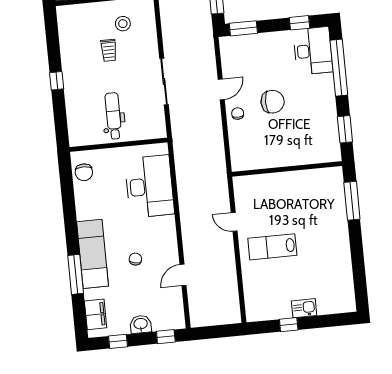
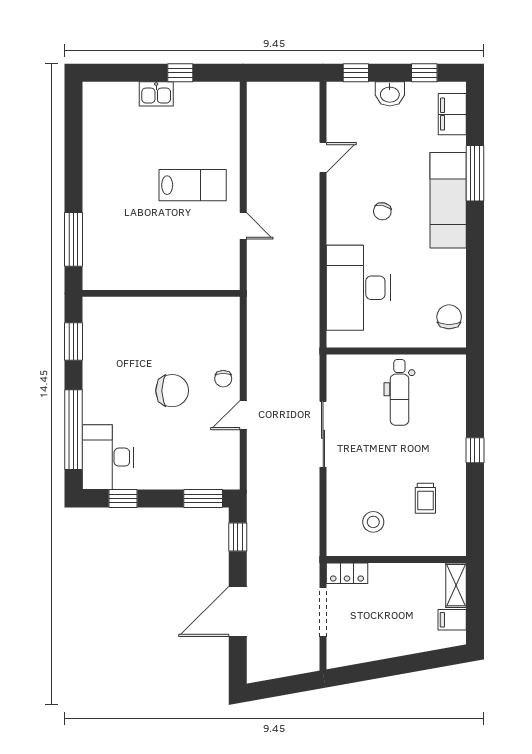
trolley: (109, 50) -> (425, 498), moved, turned 180
chair: (273, 102) -> (172, 391), turned 180
chair: (135, 259) -> (382, 211), moved

